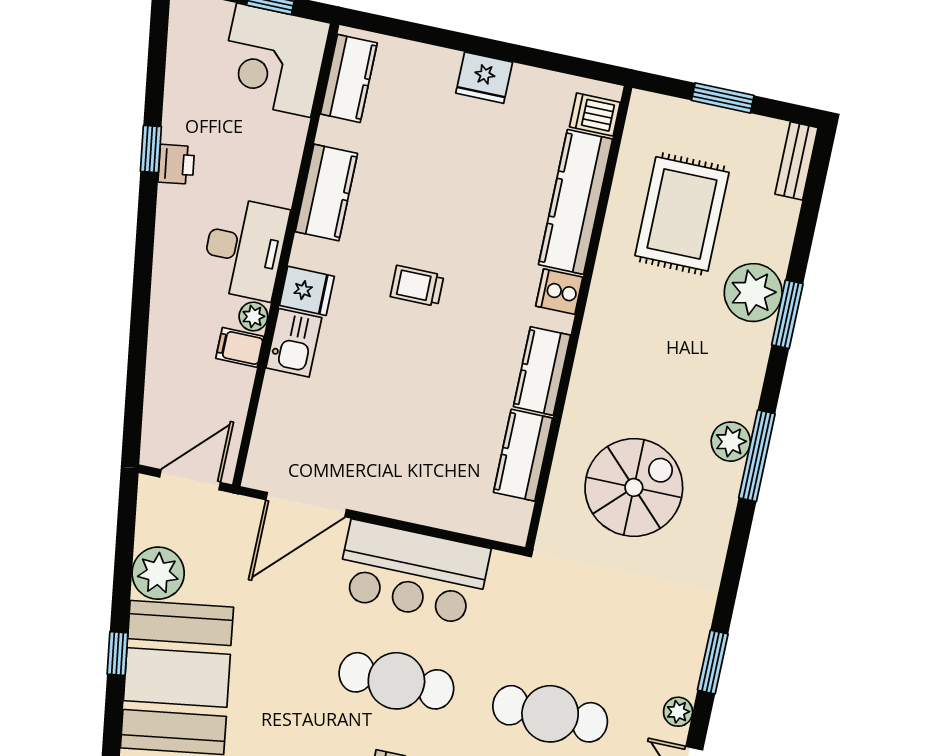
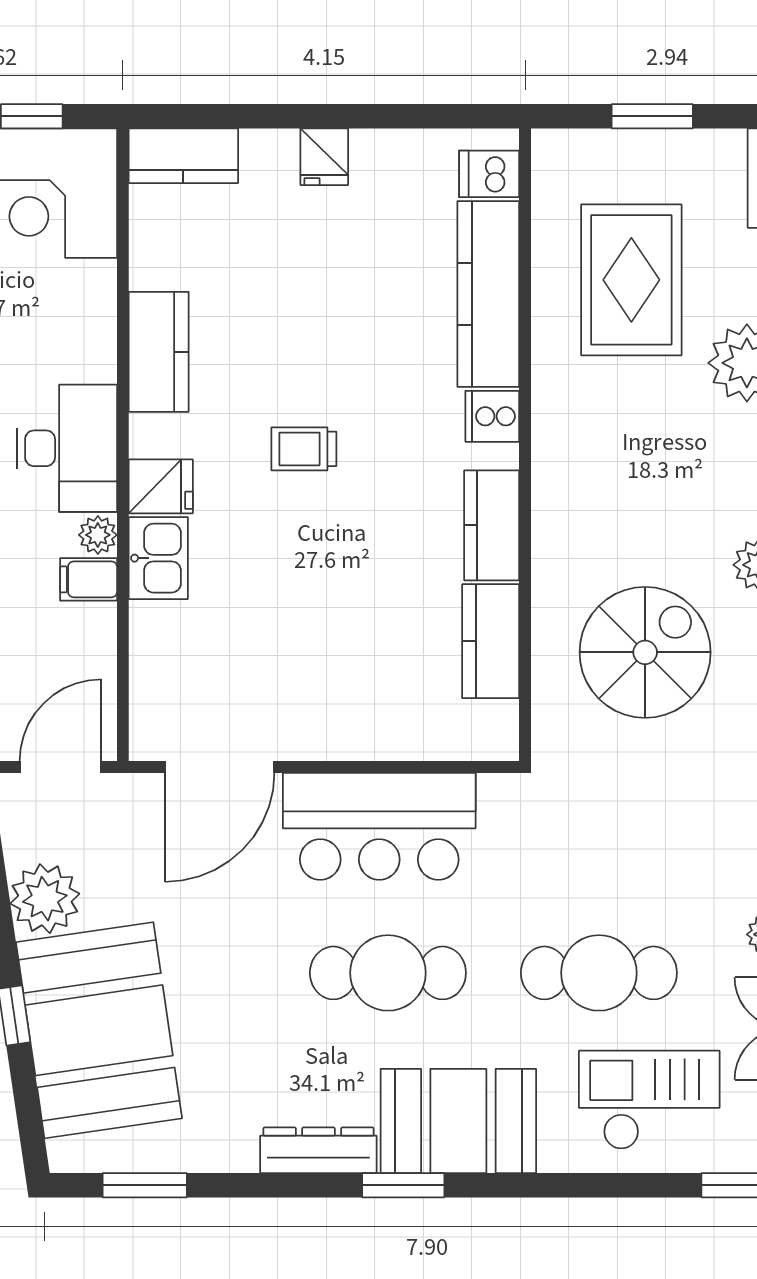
kitchen counter: (349, 78) -> (183, 156), moved, turned 90
fridge: (484, 78) -> (324, 157), width x0.72

